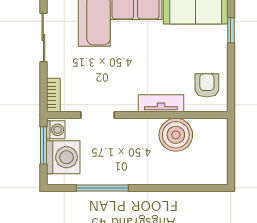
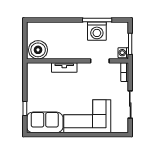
armchair: (207, 85) -> (38, 78), removed
boiler: (176, 135) -> (38, 50), moved
washing machine: (63, 157) -> (97, 31), moved, turned -90

